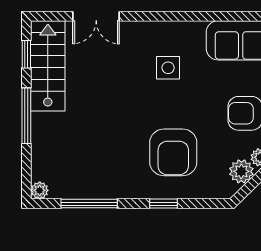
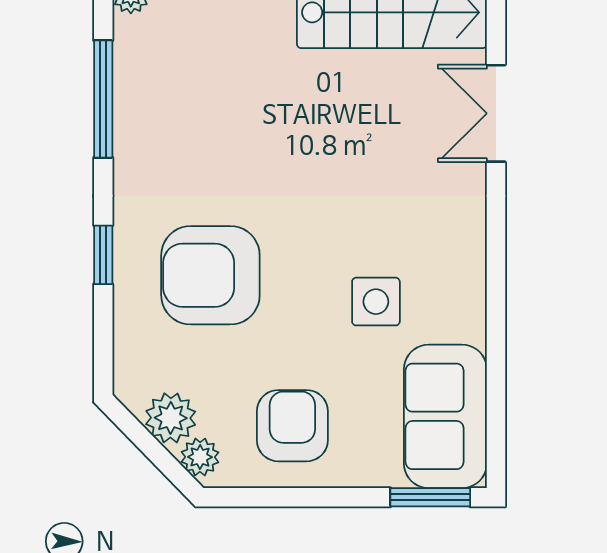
side table: (168, 68) -> (376, 302), moved

